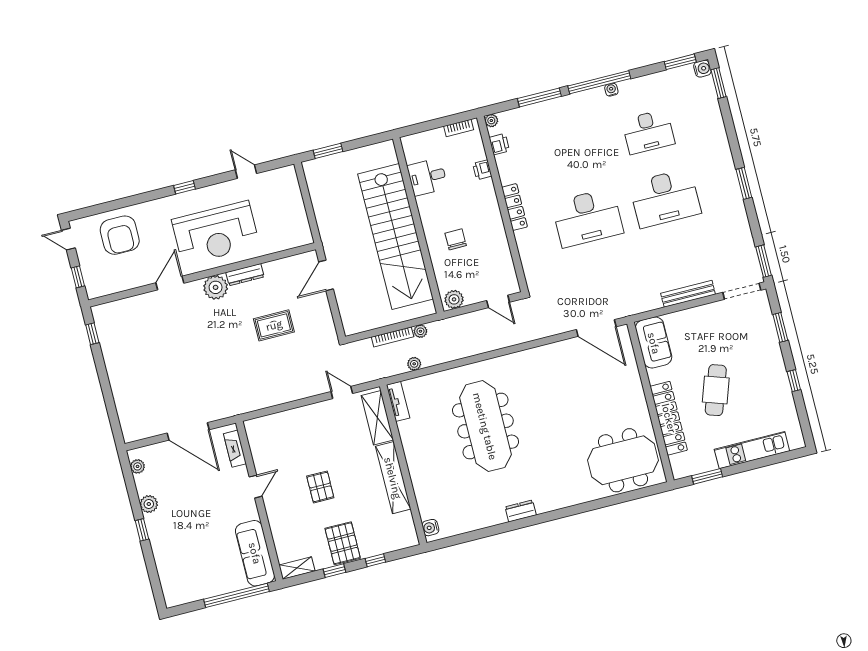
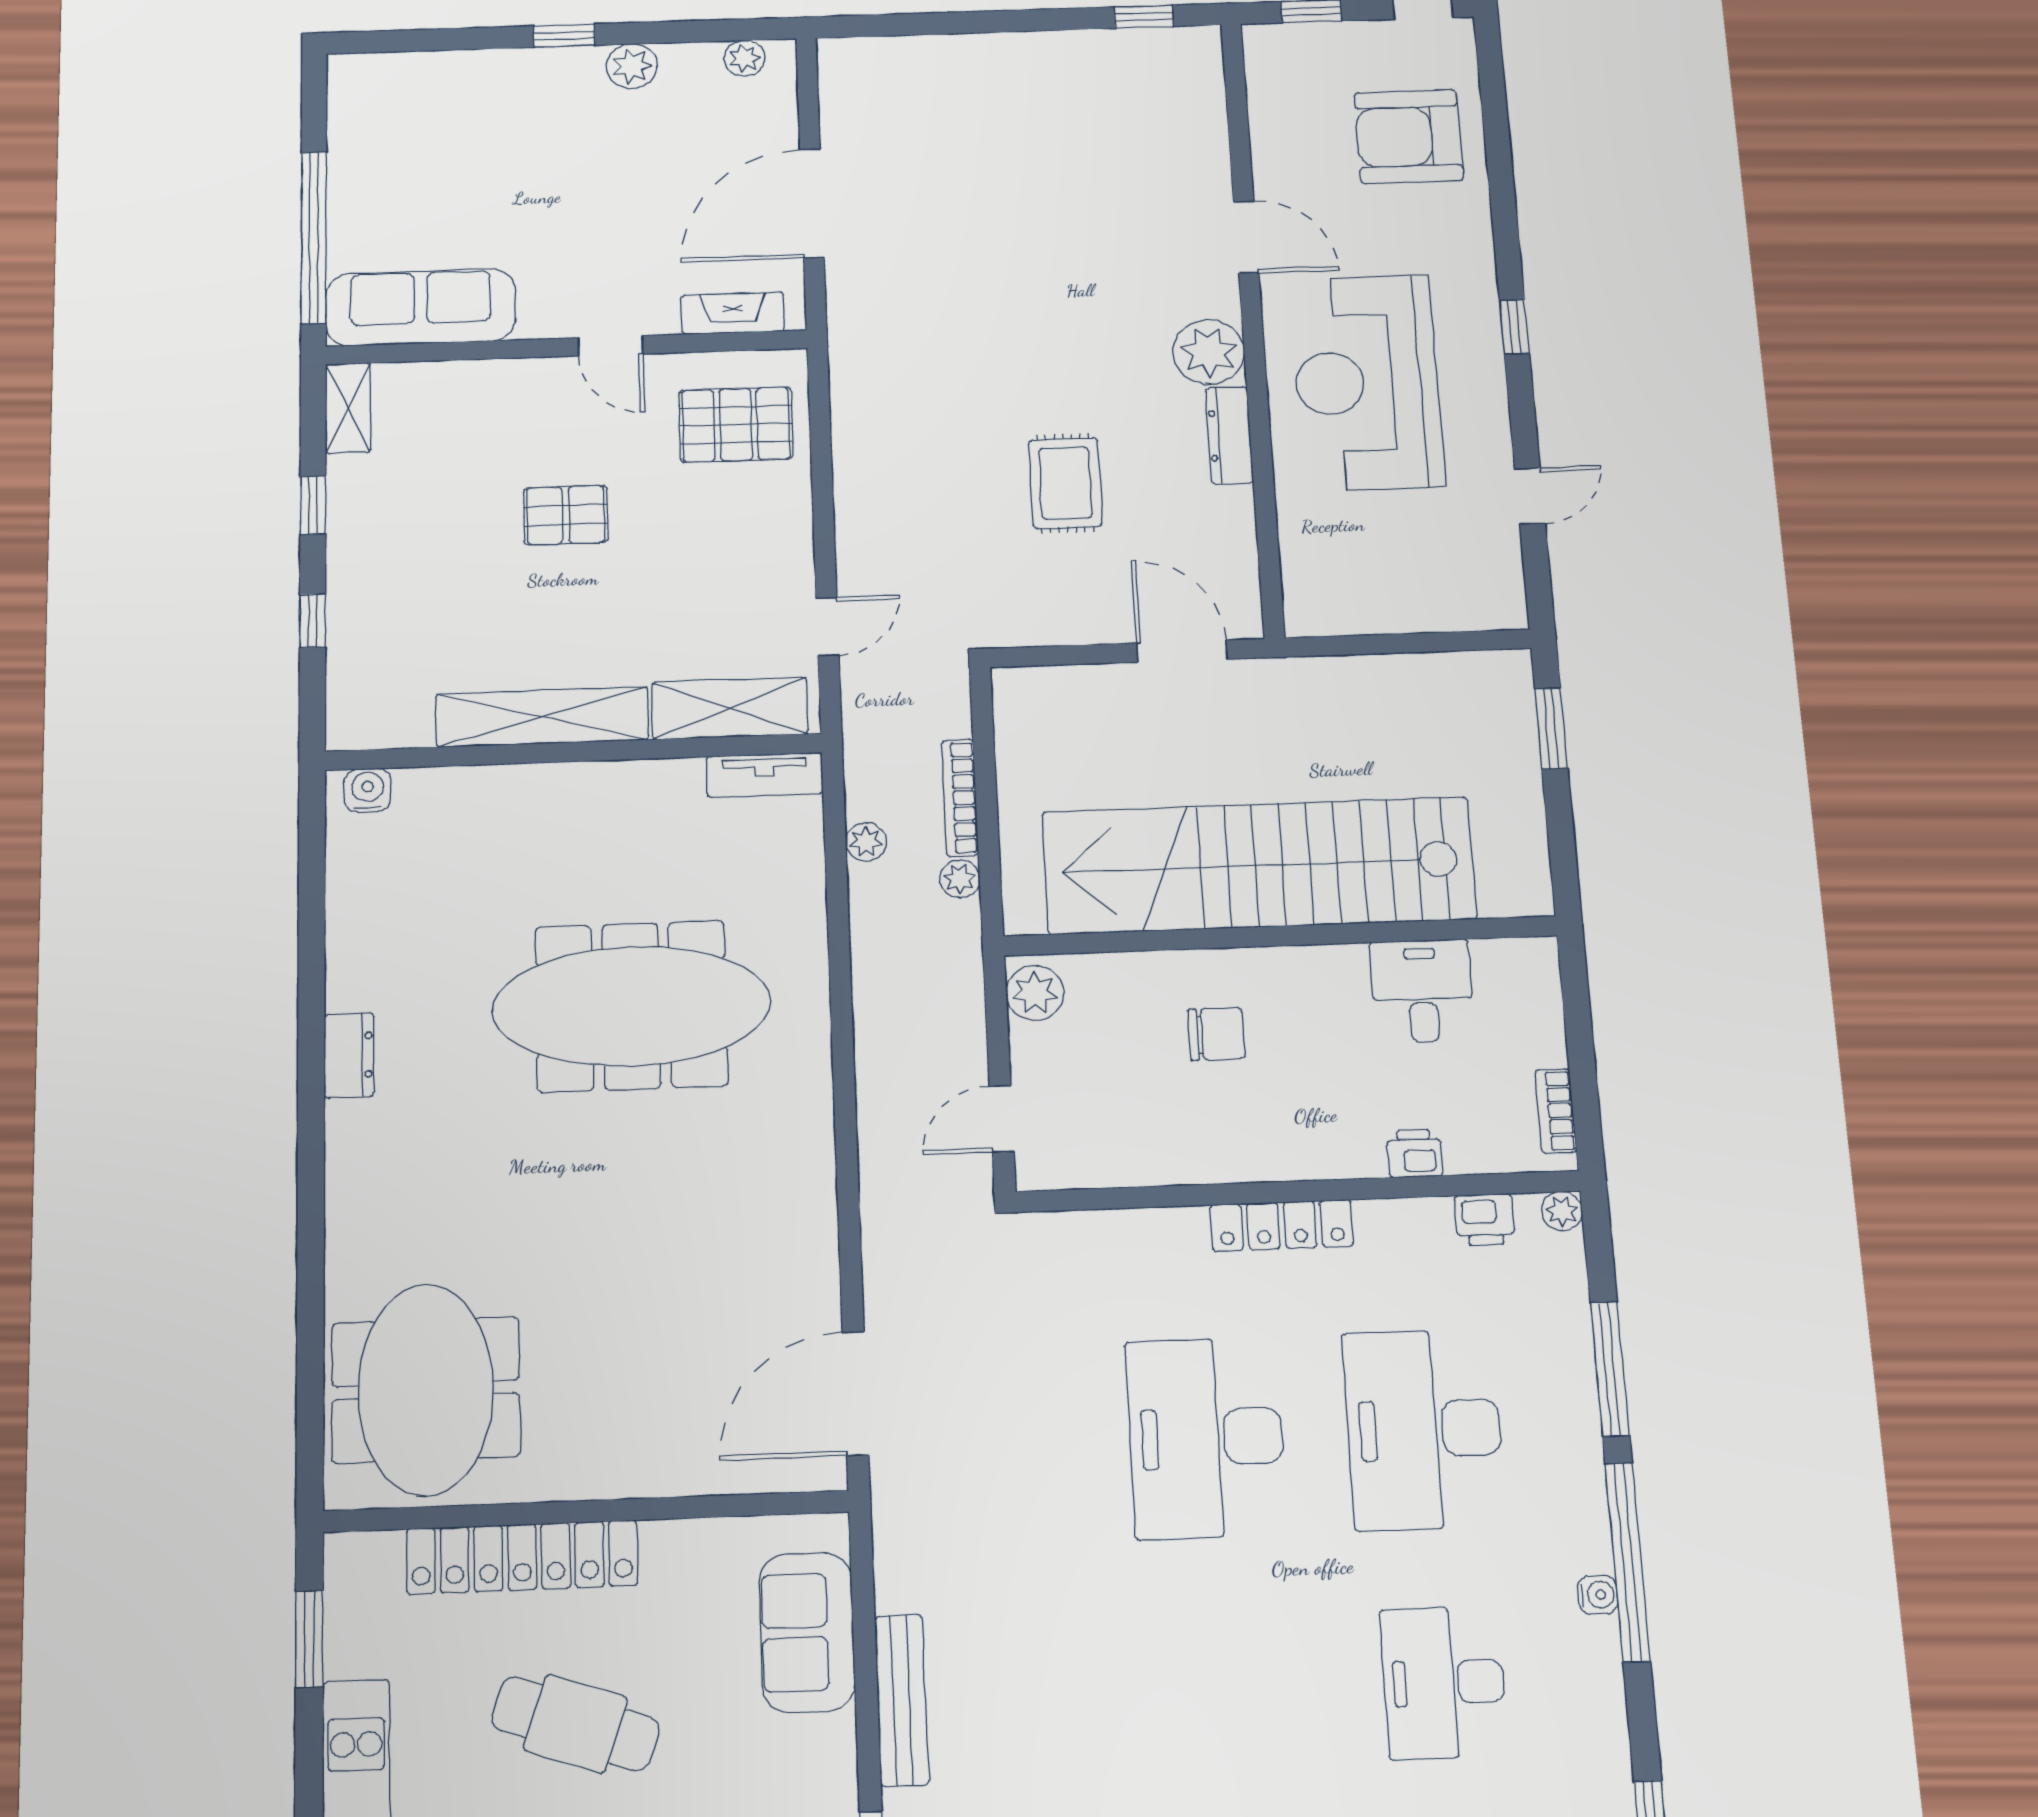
desk: (665, 198) -> (1424, 1429), moved
sofa: (654, 343) -> (807, 1632), moved, turned 90
pallet: (343, 543) -> (736, 425), moved

